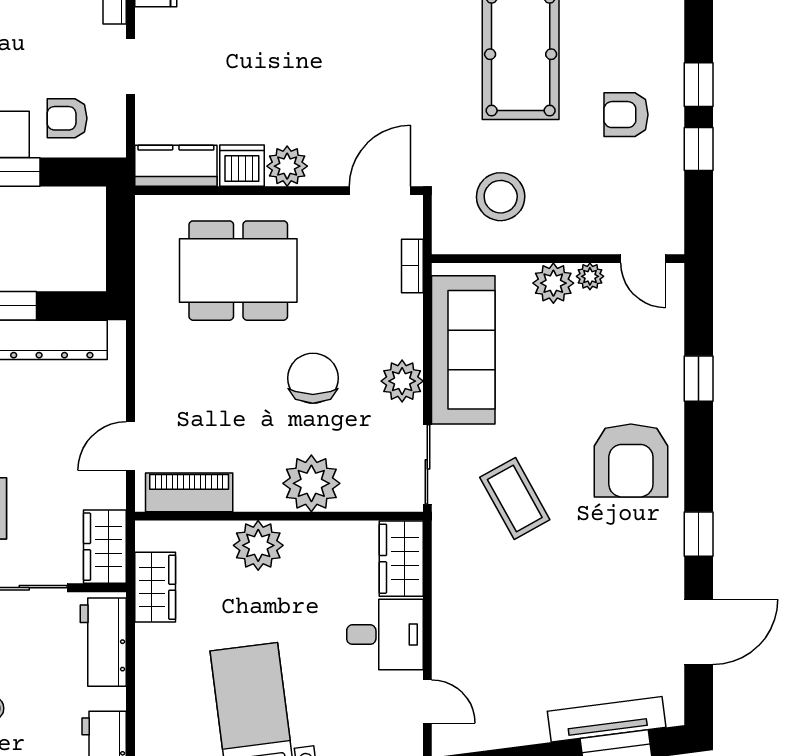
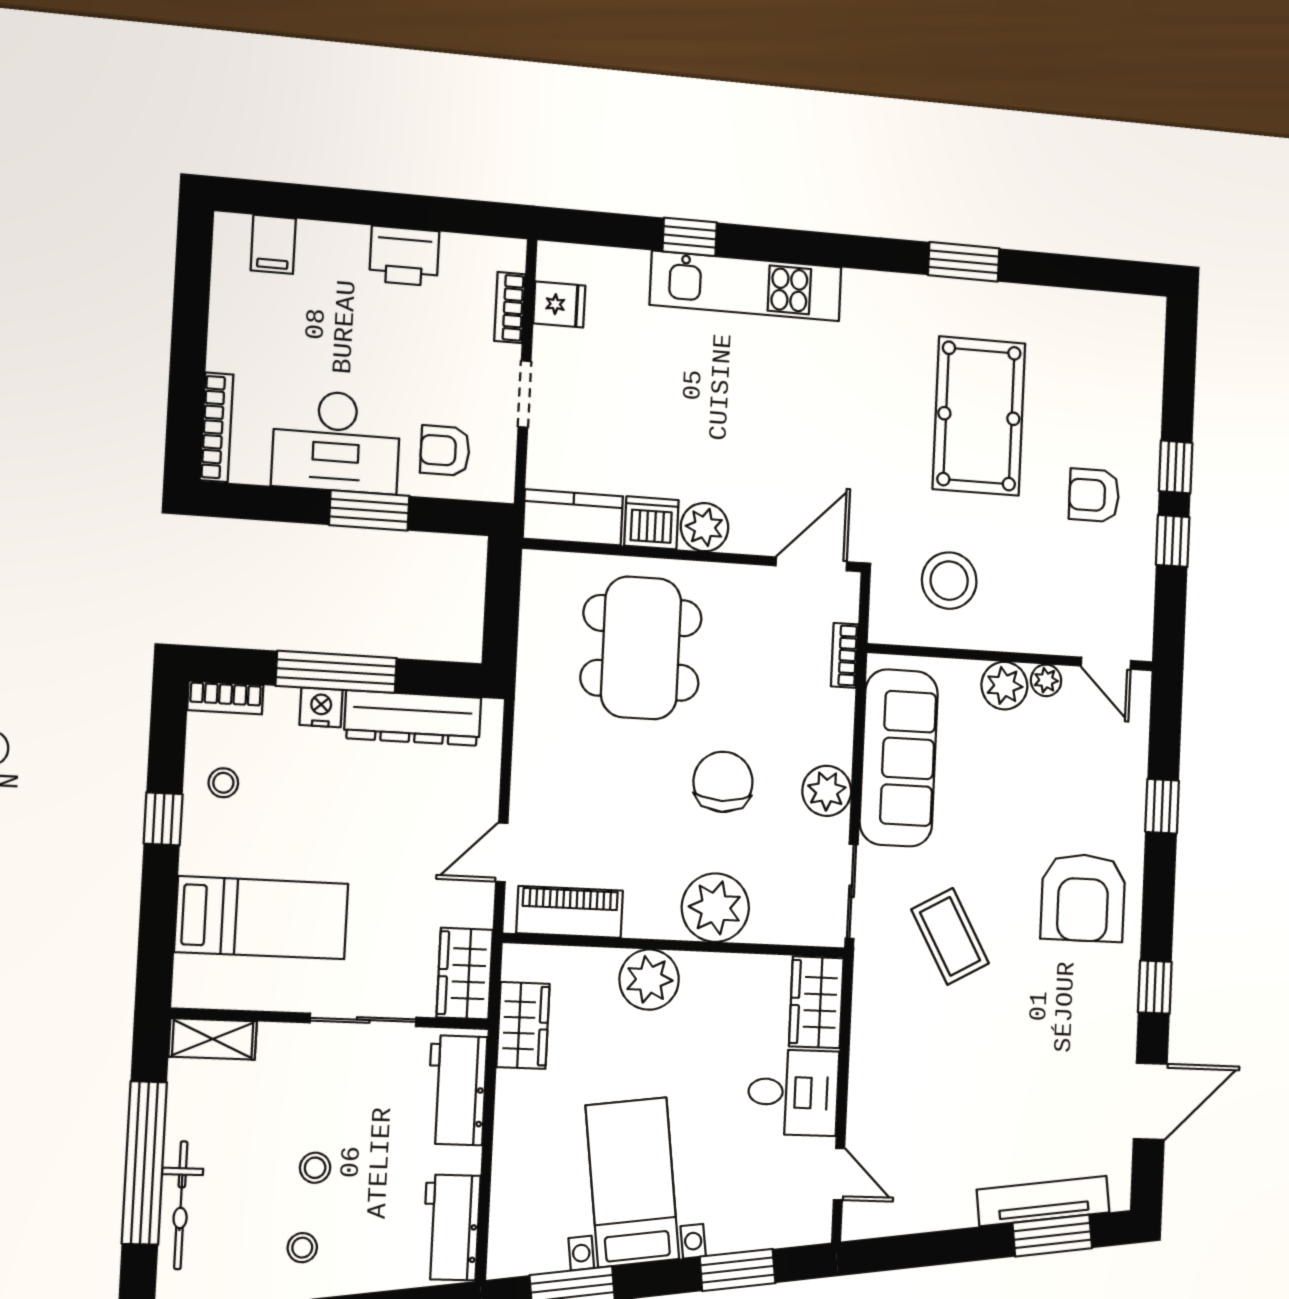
dining table: (238, 271) -> (641, 648), turned 90

